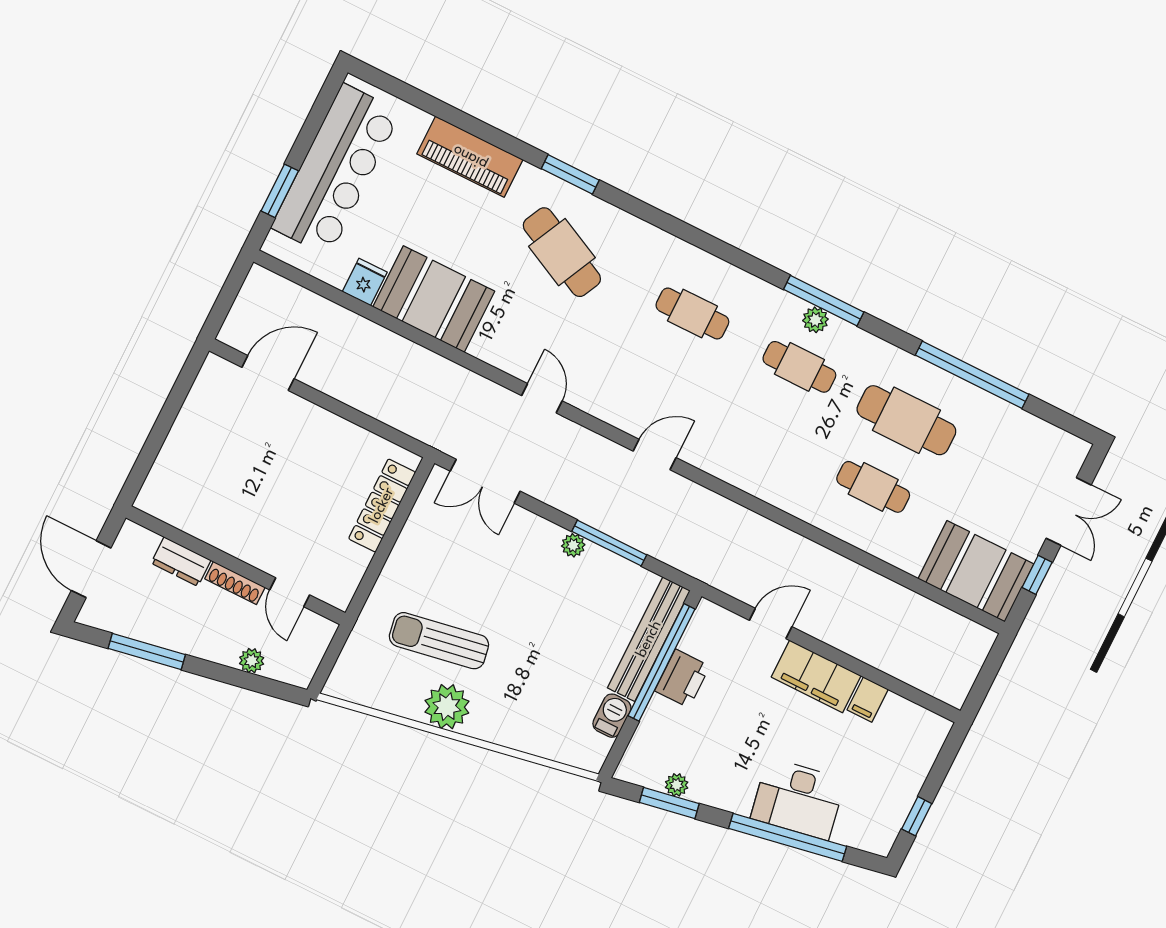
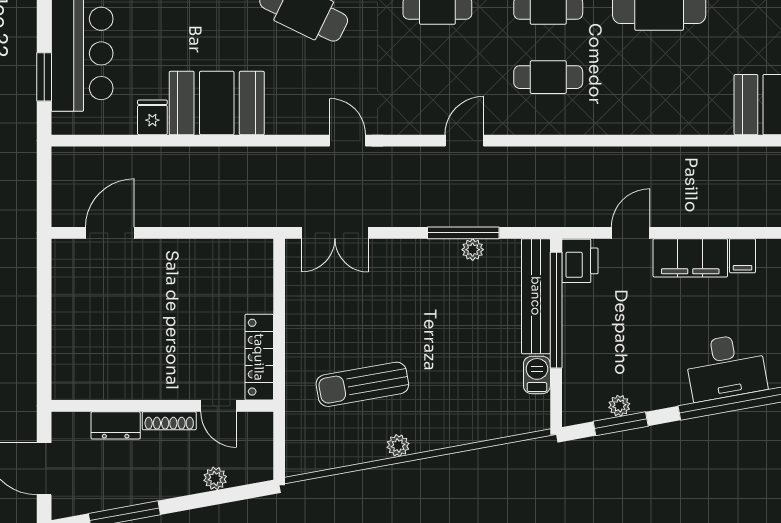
cafe table: (873, 487) -> (548, 77), moved
locker: (382, 505) -> (259, 357), moved
plant: (573, 545) -> (473, 250), moved
printer: (682, 678) -> (580, 261), moved
plant: (447, 707) -> (398, 445), width x0.53, depth x0.53

